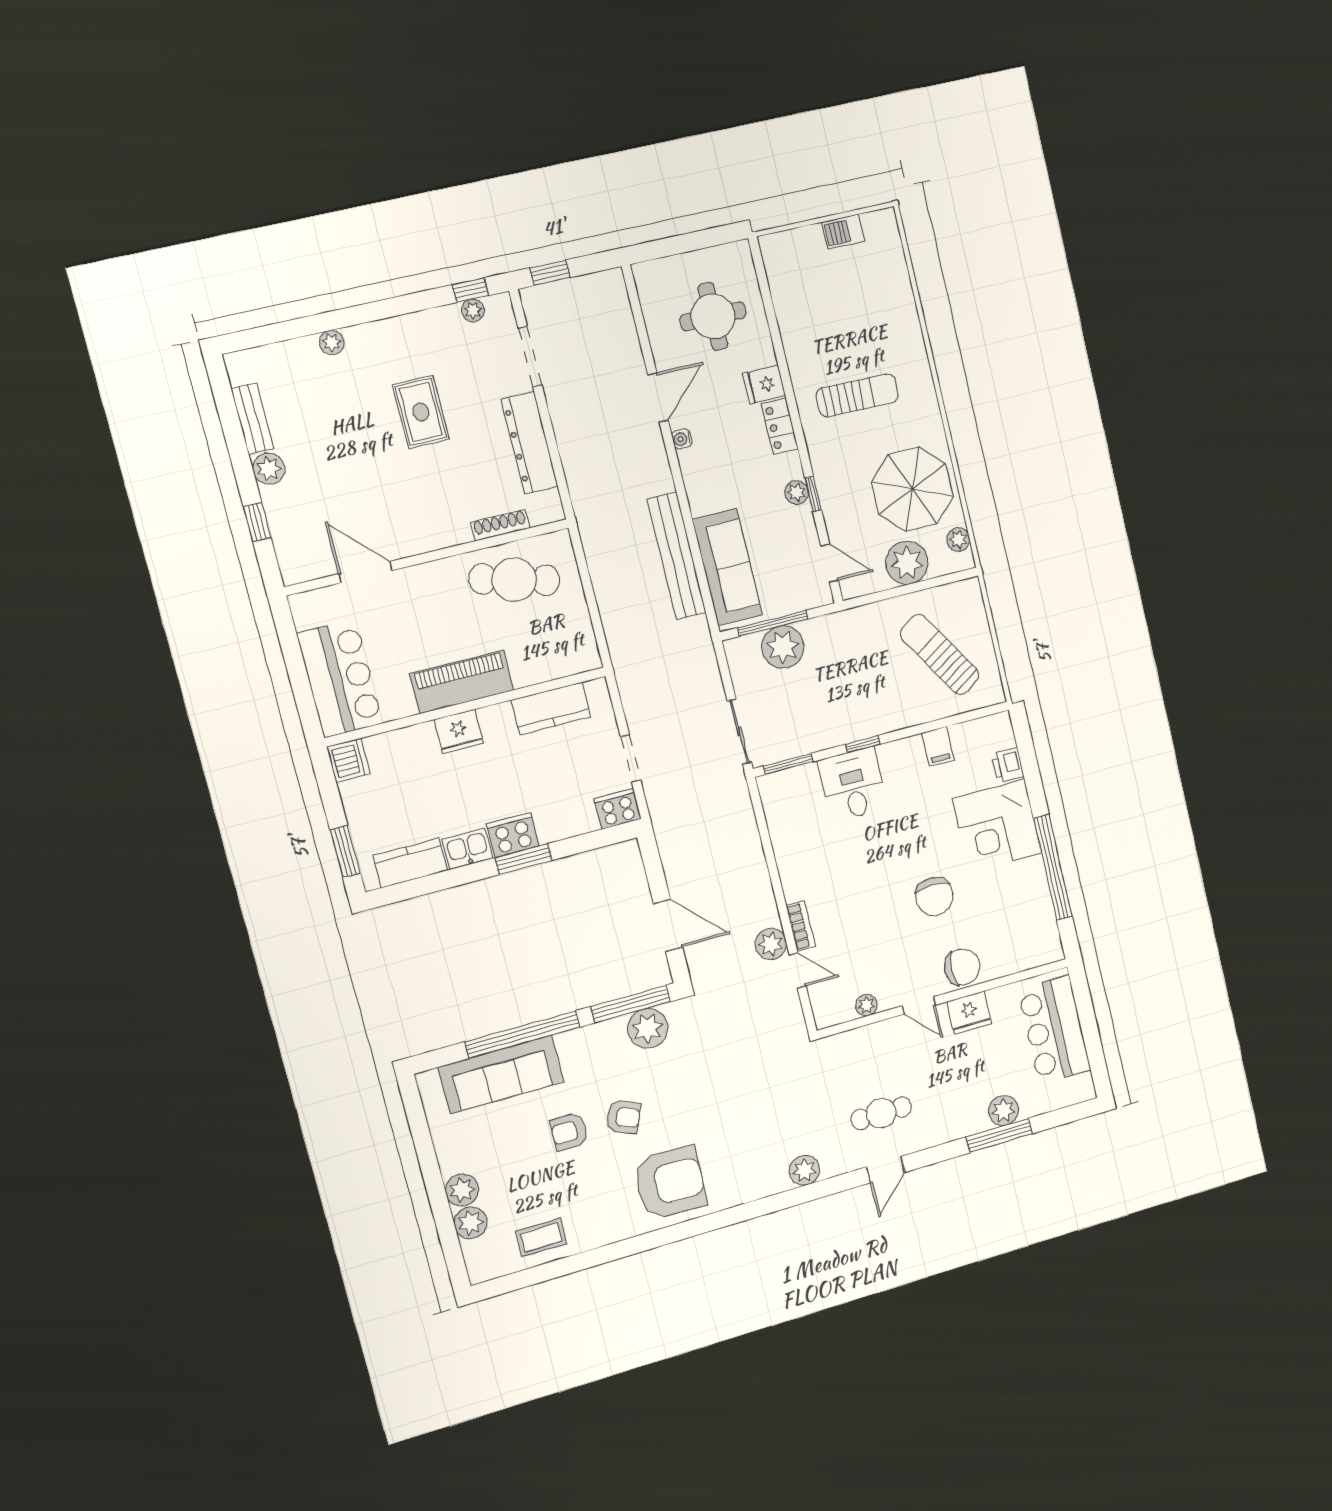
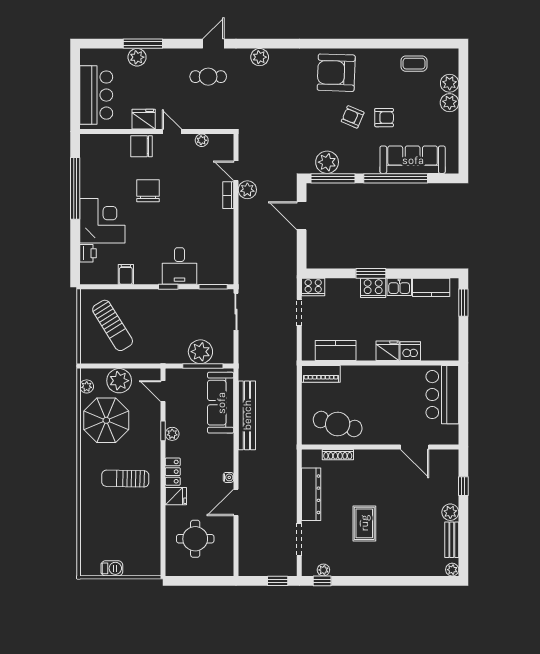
plant: (332, 343) -> (452, 570), moved
piano: (462, 682) -> (321, 374), moved, width x0.73, depth x0.75
dishwasher: (348, 760) -> (410, 351), moved, turned 90

